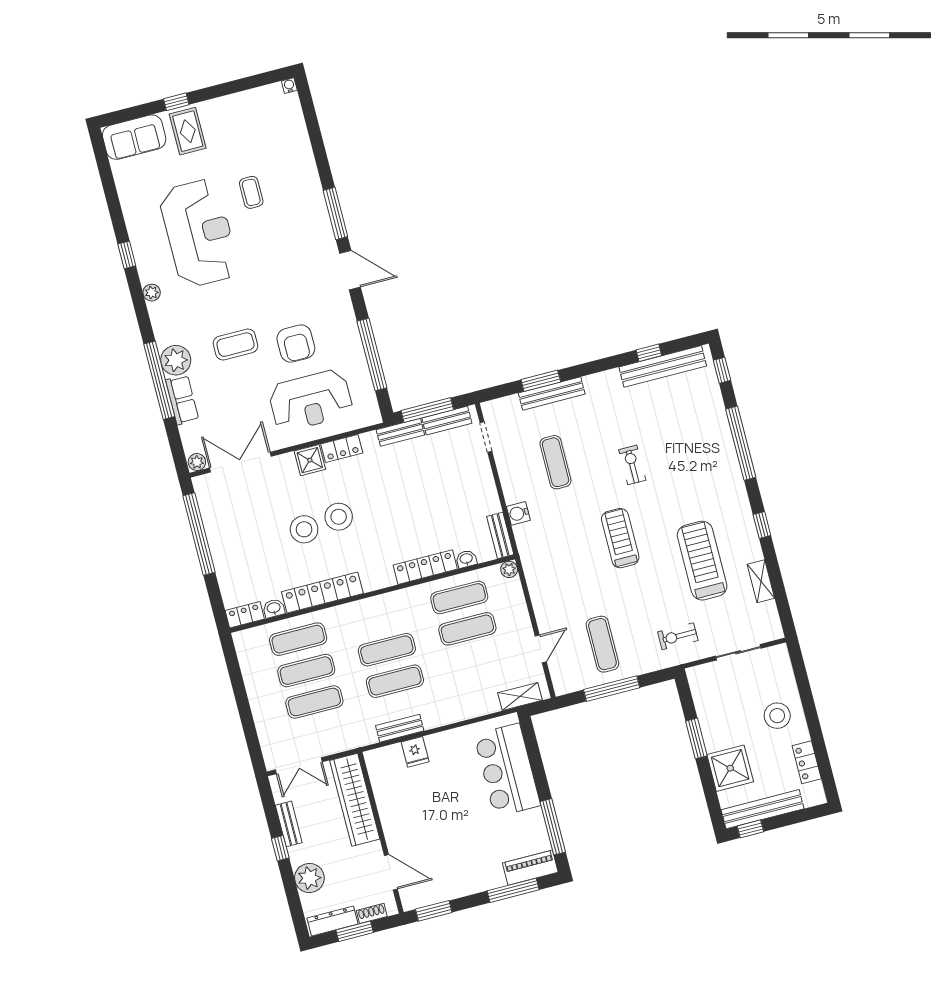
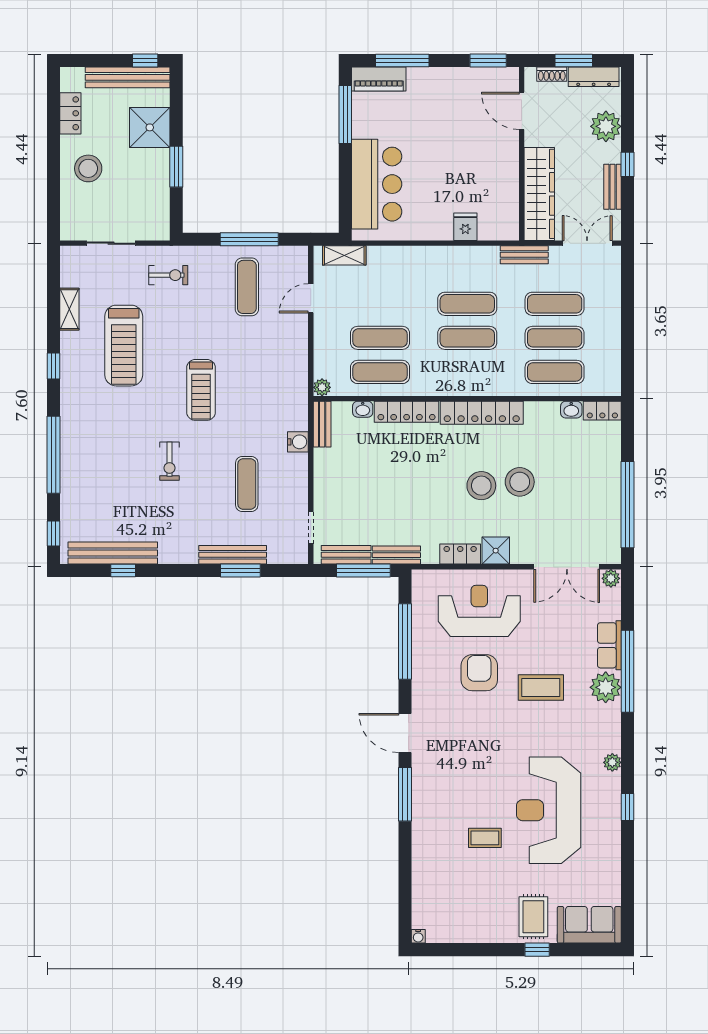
coffee table: (251, 192) -> (485, 838), turned 90
locker: (322, 593) -> (482, 413), moved
bench: (400, 728) -> (524, 255), moved

